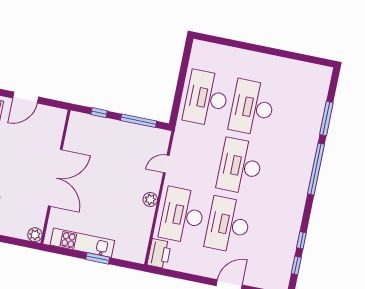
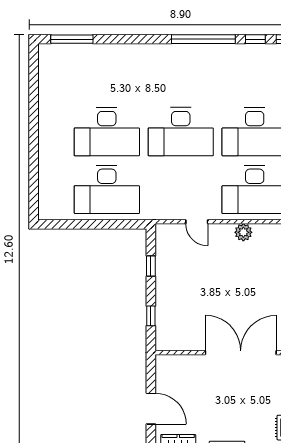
window: (326, 119) -> (72, 39), moved
window: (139, 121) -> (151, 266), width x0.46
window: (316, 169) -> (203, 39), moved

